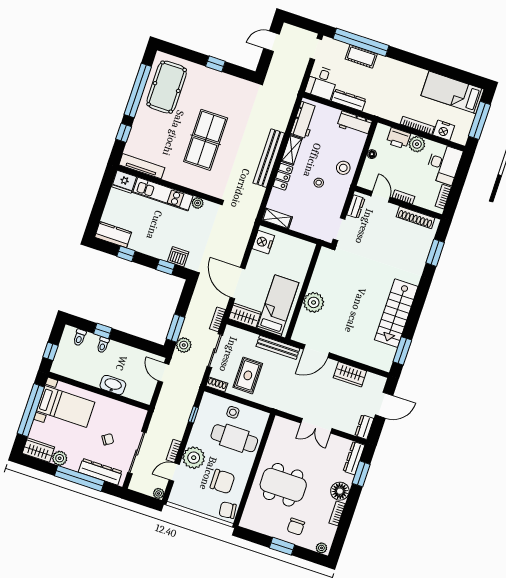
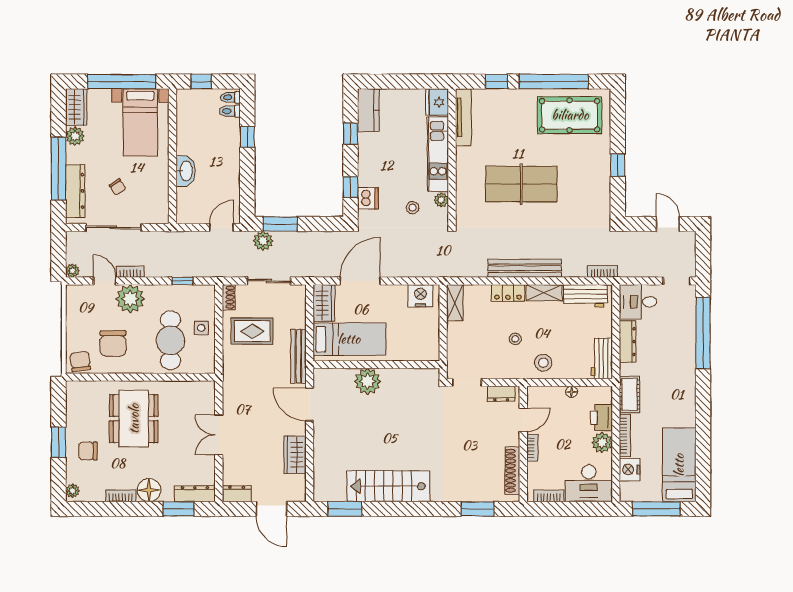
cot: (361, 56) -> (629, 394), moved
stool: (196, 226) -> (413, 208), added
bookcase: (218, 319) -> (602, 271), moved
toilet: (103, 345) -> (230, 97), moved

